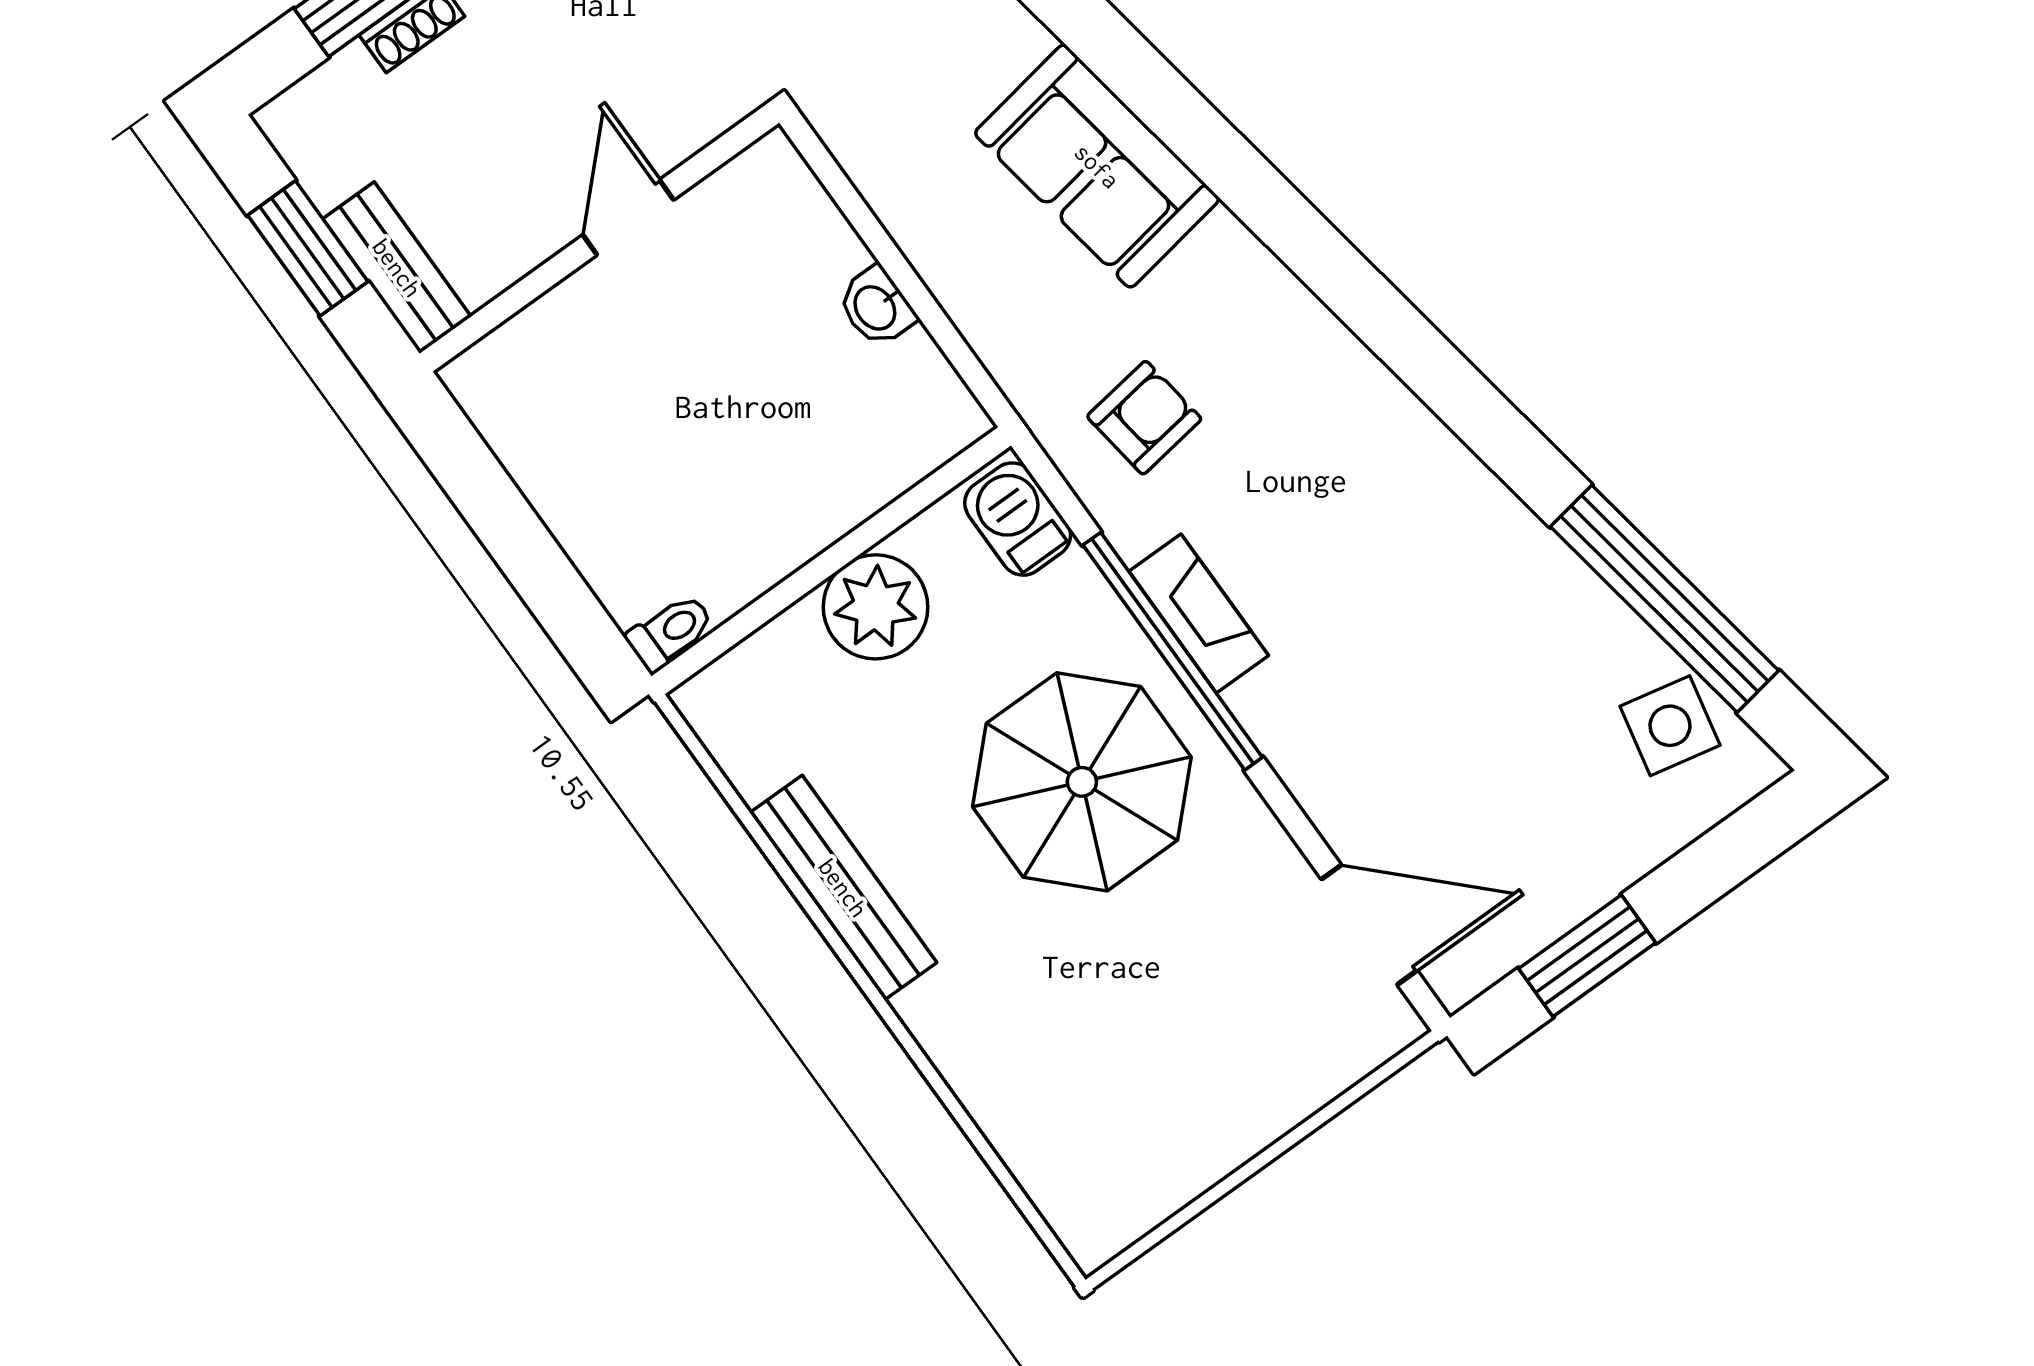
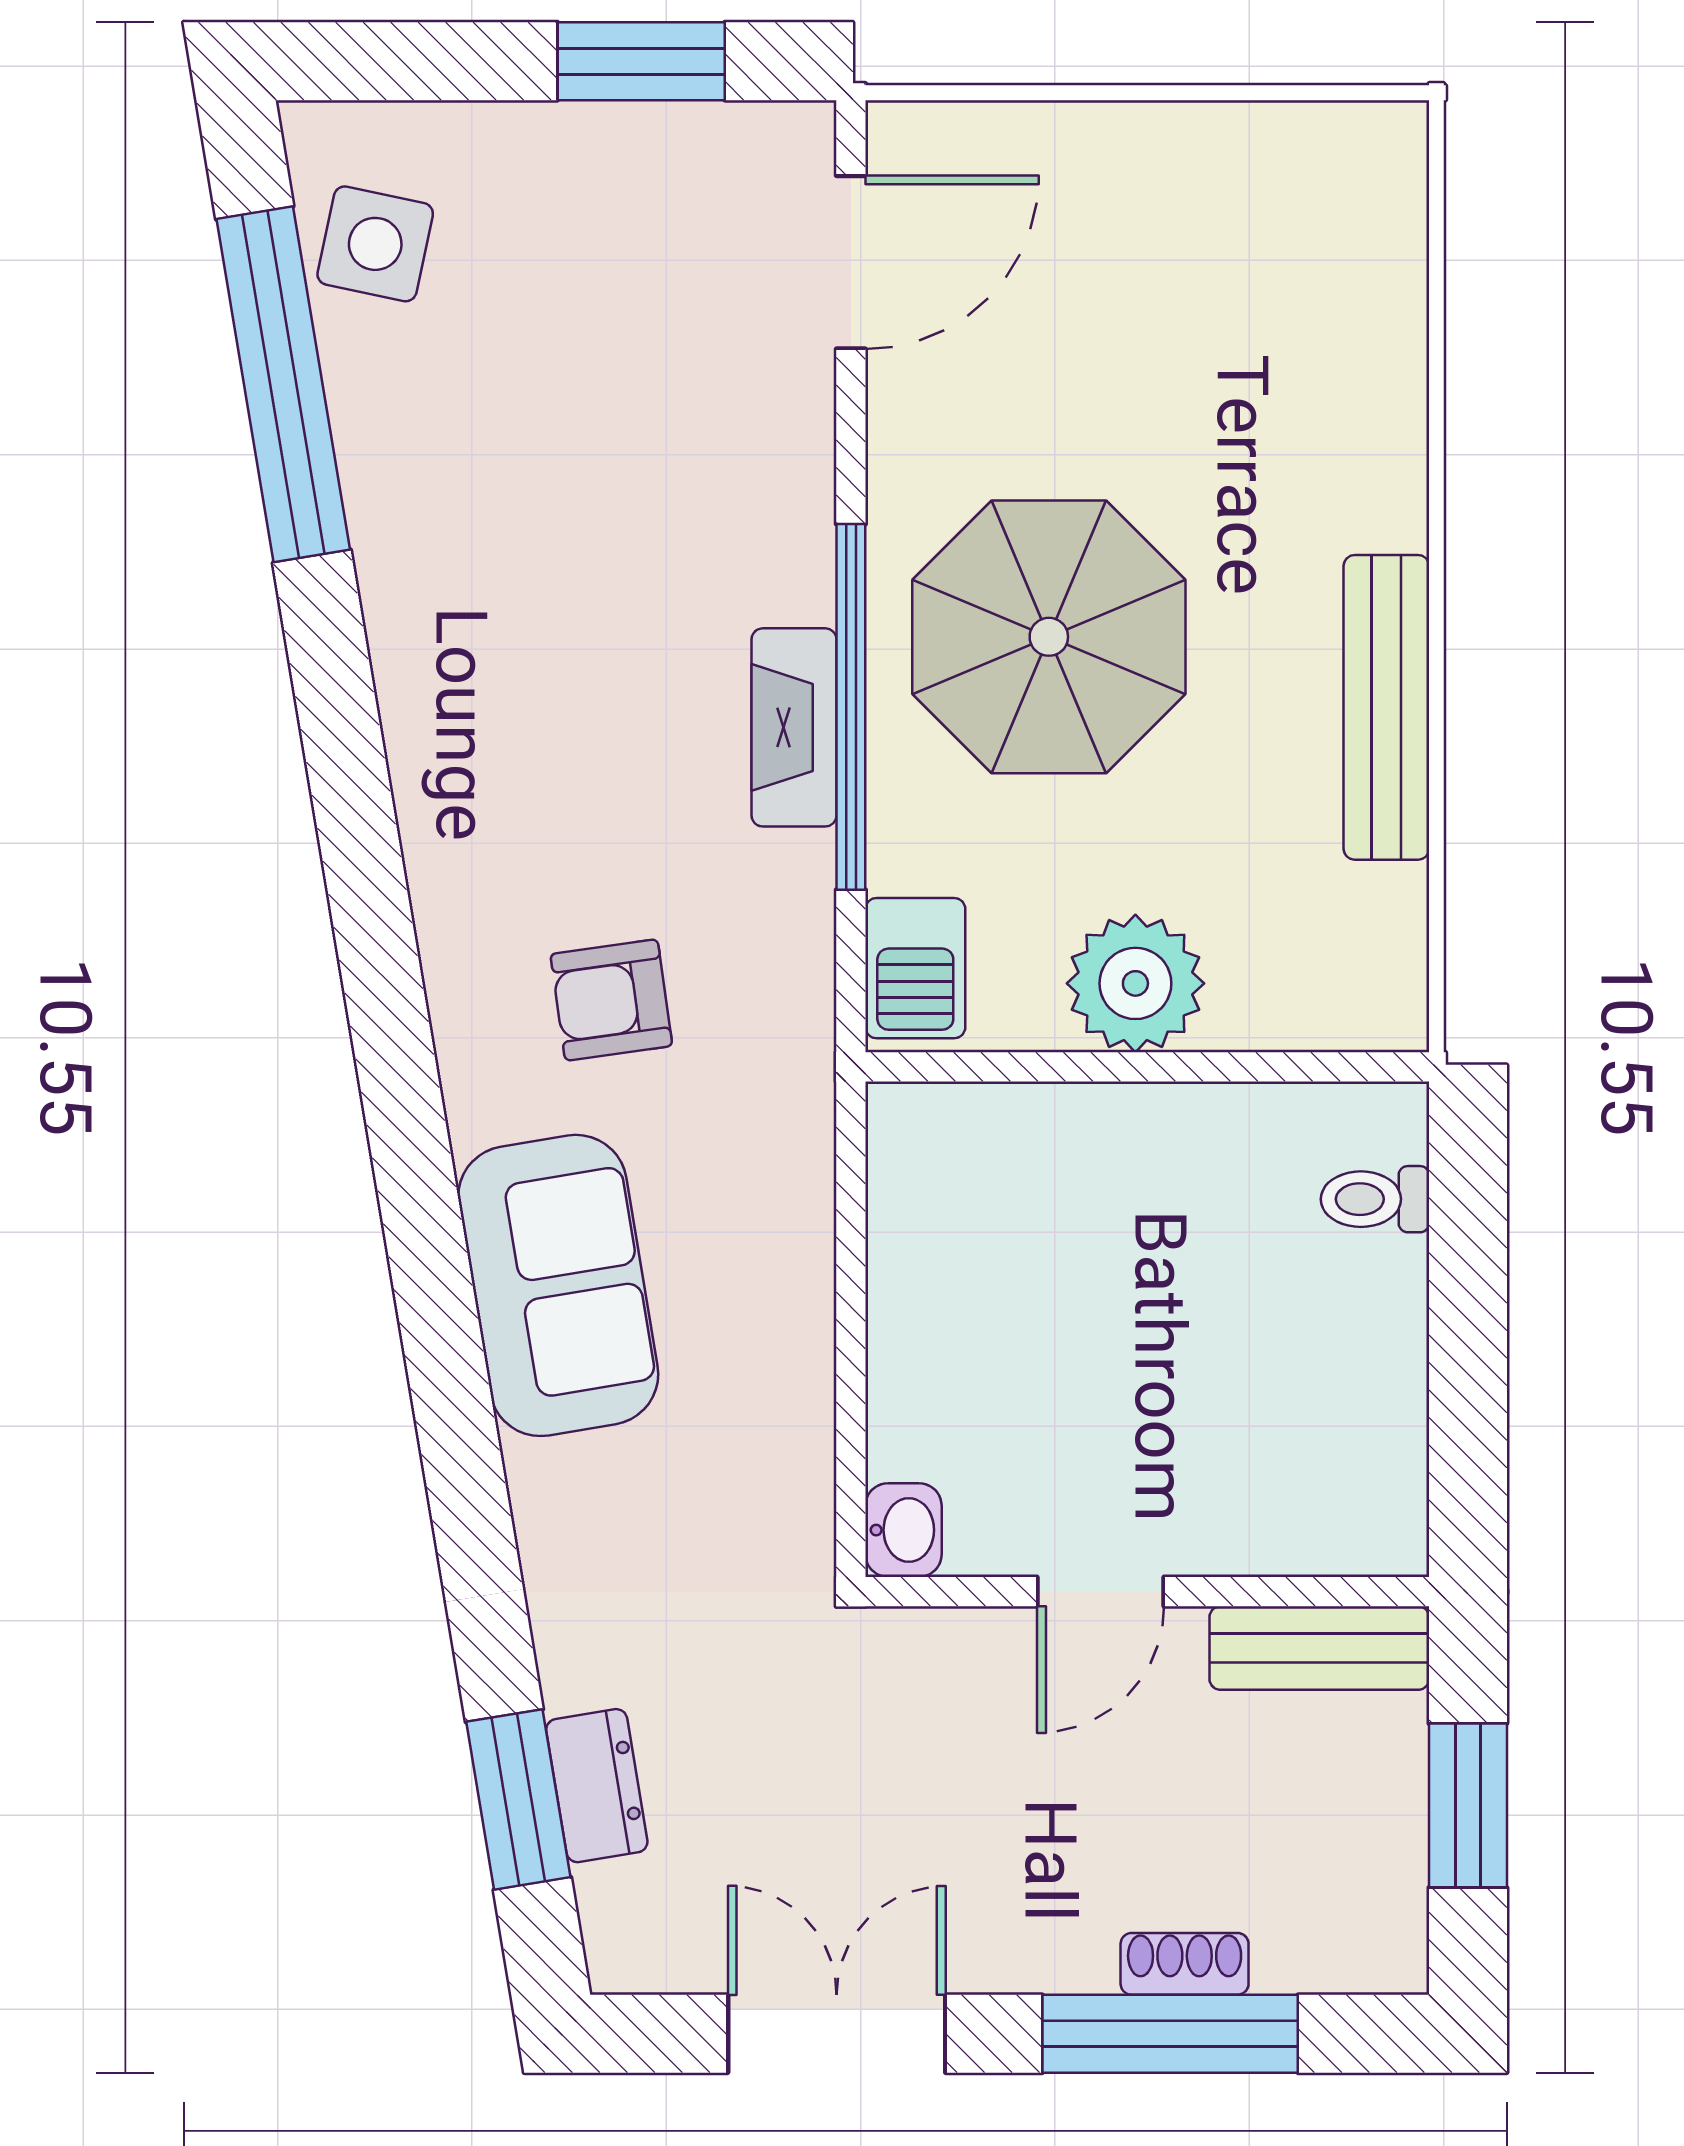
bench: (397, 268) -> (1319, 1648), moved, turned 90
washbasin: (876, 307) -> (903, 1530), moved
armchair: (1144, 418) -> (611, 1000), moved
toilet: (670, 632) -> (1375, 1199), moved
door: (1369, 925) -> (851, 262), swing flipped

